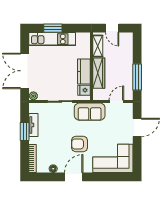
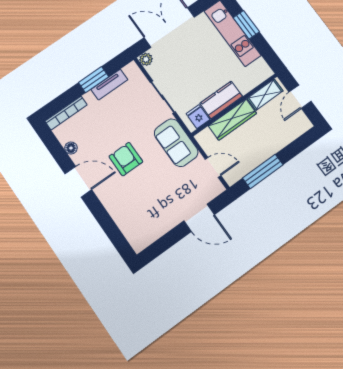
corner sofa: (113, 158) -> (137, 215), removed

